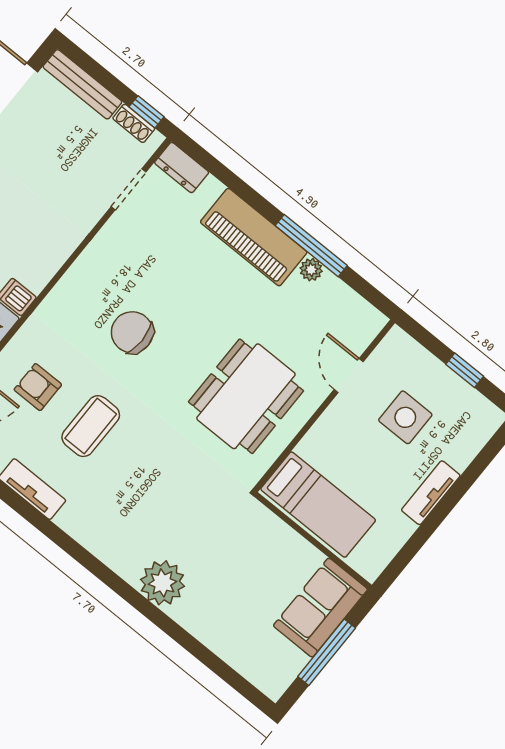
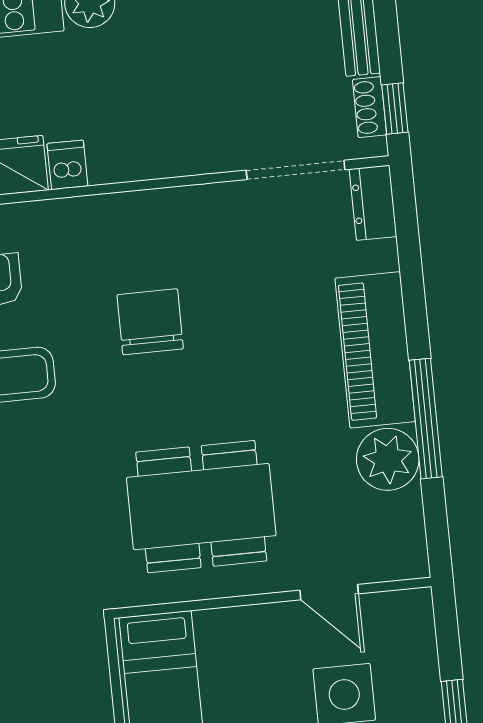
doorway: (129, 189) -> (296, 170), width x1.38
plant: (311, 270) -> (388, 459), width x1.88, depth x1.88
door: (349, 376) -> (329, 592), swing flipped

